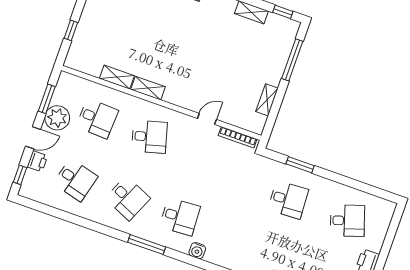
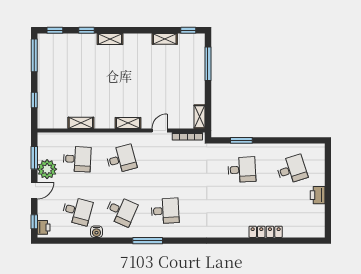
shelving: (148, 88) -> (128, 123), moved
shelving: (267, 100) -> (200, 117), moved
printer: (37, 161) -> (44, 227), moved
water cooler: (197, 251) -> (96, 232), moved

